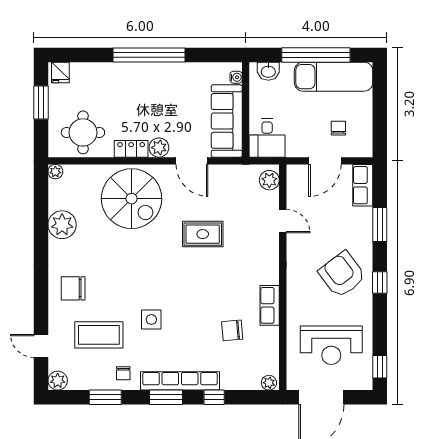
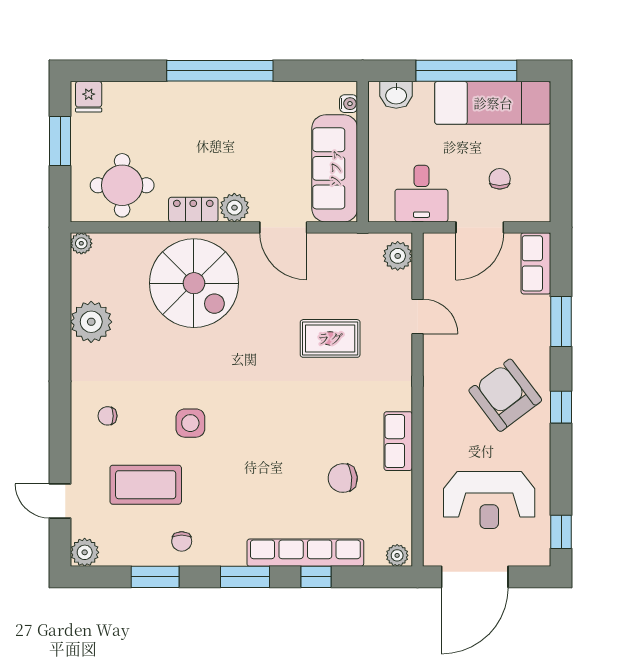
desk: (267, 138) -> (421, 194), moved
rug: (203, 234) -> (330, 338), moved
chair: (73, 288) -> (107, 416), width x0.54, depth x0.54
side table: (151, 319) -> (190, 423), moved
row of seats: (180, 381) -> (305, 553), moved

